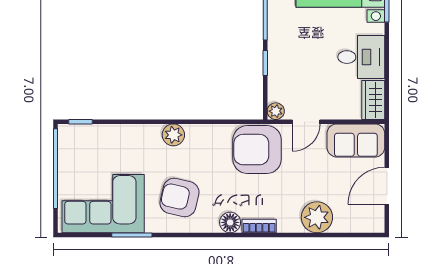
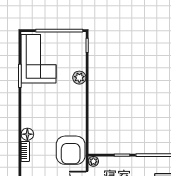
plant: (173, 135) -> (79, 78), moved
armchair: (257, 150) -> (71, 150), turned 180
armchair: (179, 197) -> (42, 104), removed

